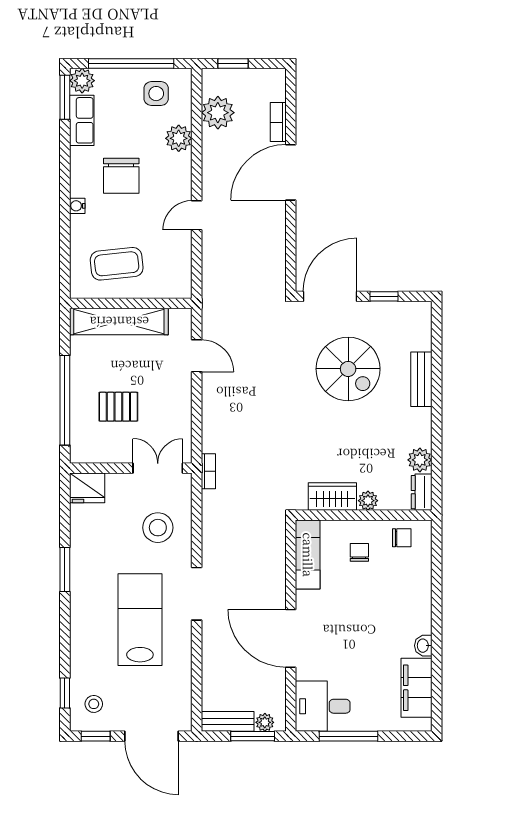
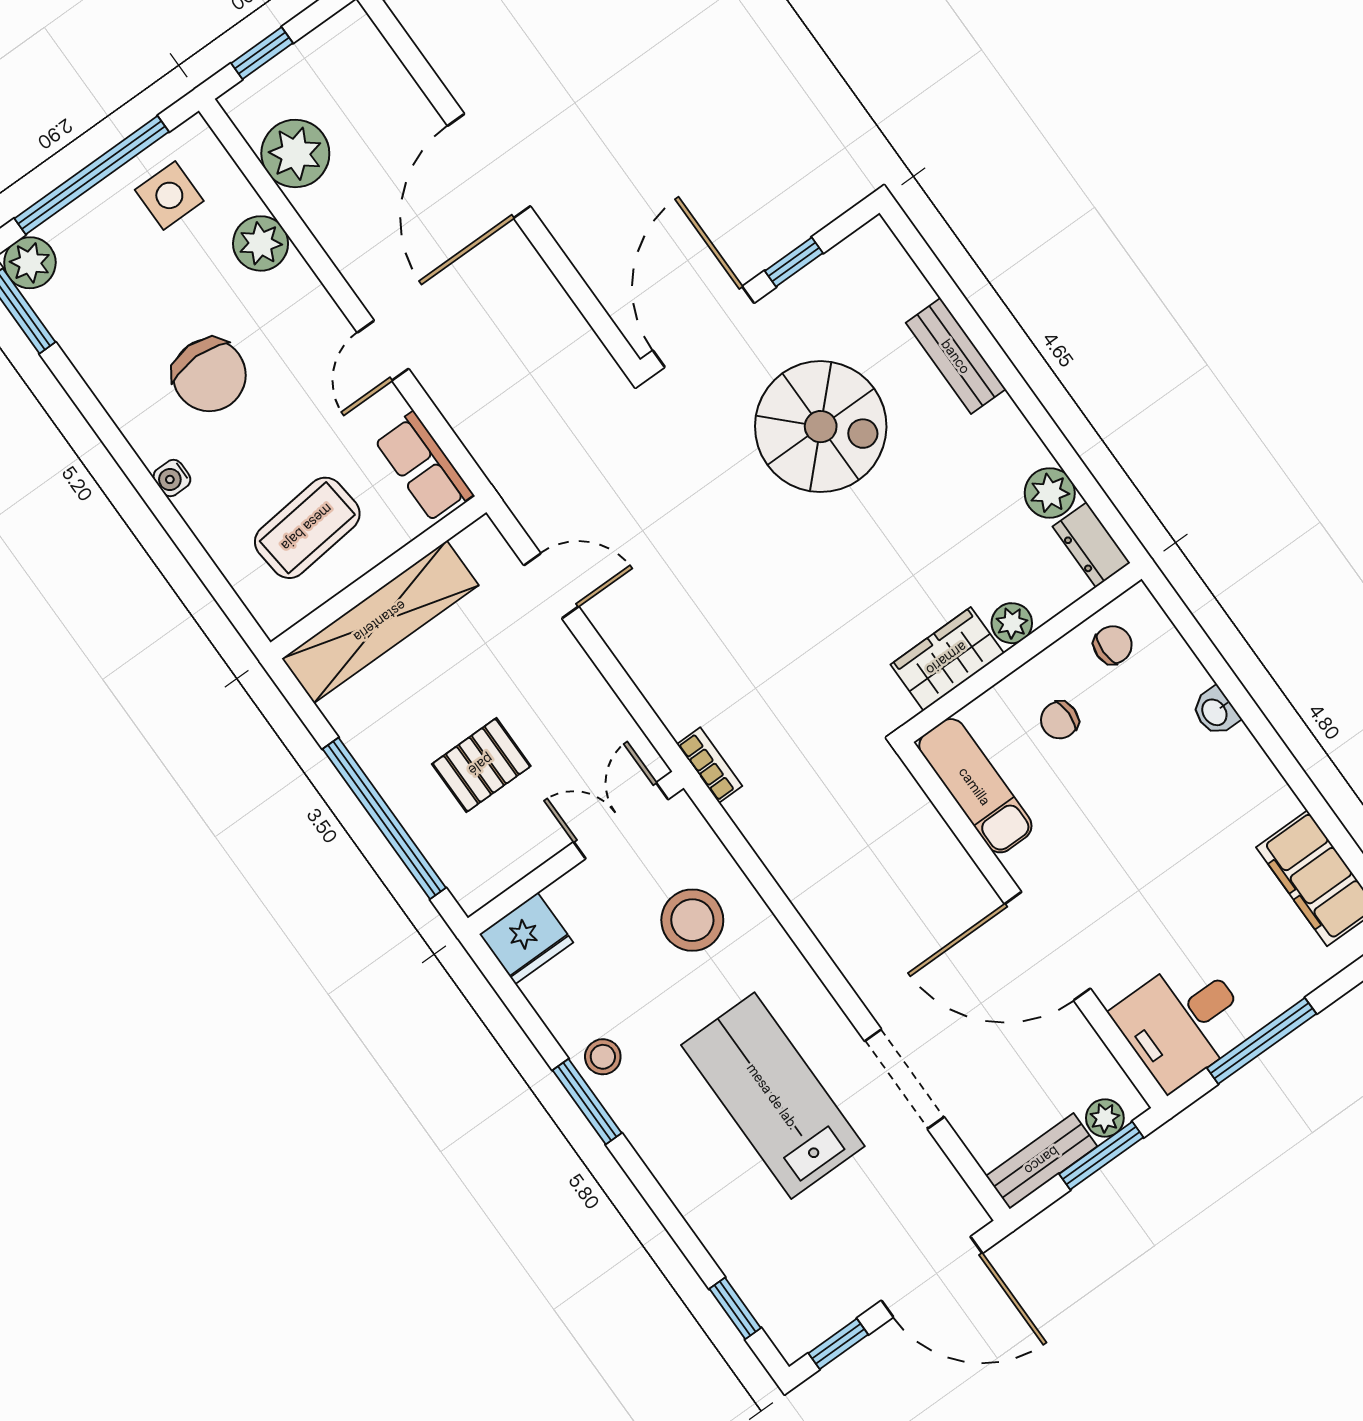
row of seats: (82, 120) -> (424, 467), moved, turned 180
bookcase: (278, 122) -> (408, 97), removed
chair: (359, 552) -> (1059, 720), turned -90
doorway: (197, 594) -> (904, 1079), moved
washbasin: (423, 646) -> (1215, 712), moved
stool: (94, 704) -> (603, 1057), moved

